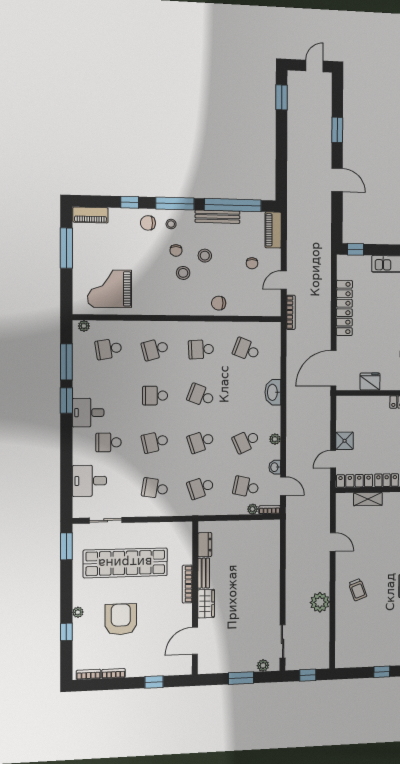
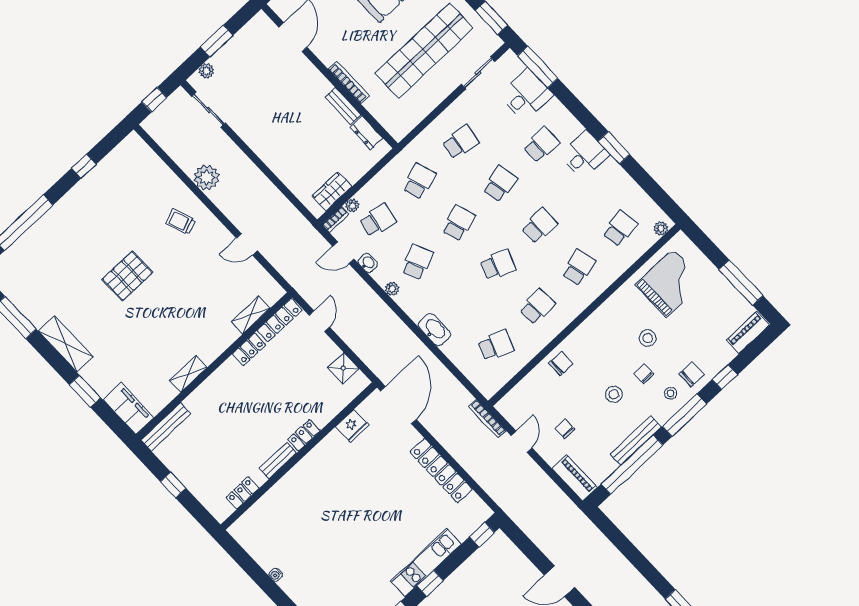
stool: (183, 273) -> (648, 338), moved
window: (66, 362) -> (538, 67), moved
shower: (345, 441) -> (343, 368), moved
wardrobe: (206, 604) -> (332, 191), moved, turned 90

